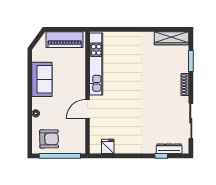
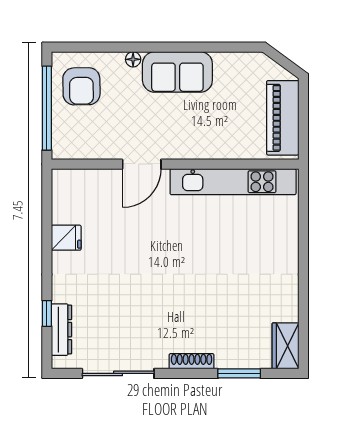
wardrobe: (172, 38) -> (285, 346), width x0.67
sofa: (42, 79) -> (177, 72), moved
door: (88, 109) -> (142, 164), swing flipped
fridge: (108, 146) -> (66, 238), moved

